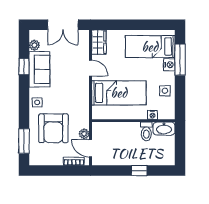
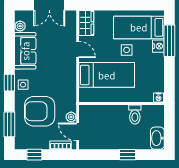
window: (24, 67) -> (9, 83), moved
side table: (165, 91) -> (127, 50), moved
nightstand: (153, 115) -> (158, 97), moved
armchair: (53, 128) -> (40, 111), turned 90
washbasin: (164, 129) -> (157, 138), moved, turned 90
window: (48, 171) -> (34, 155), added

